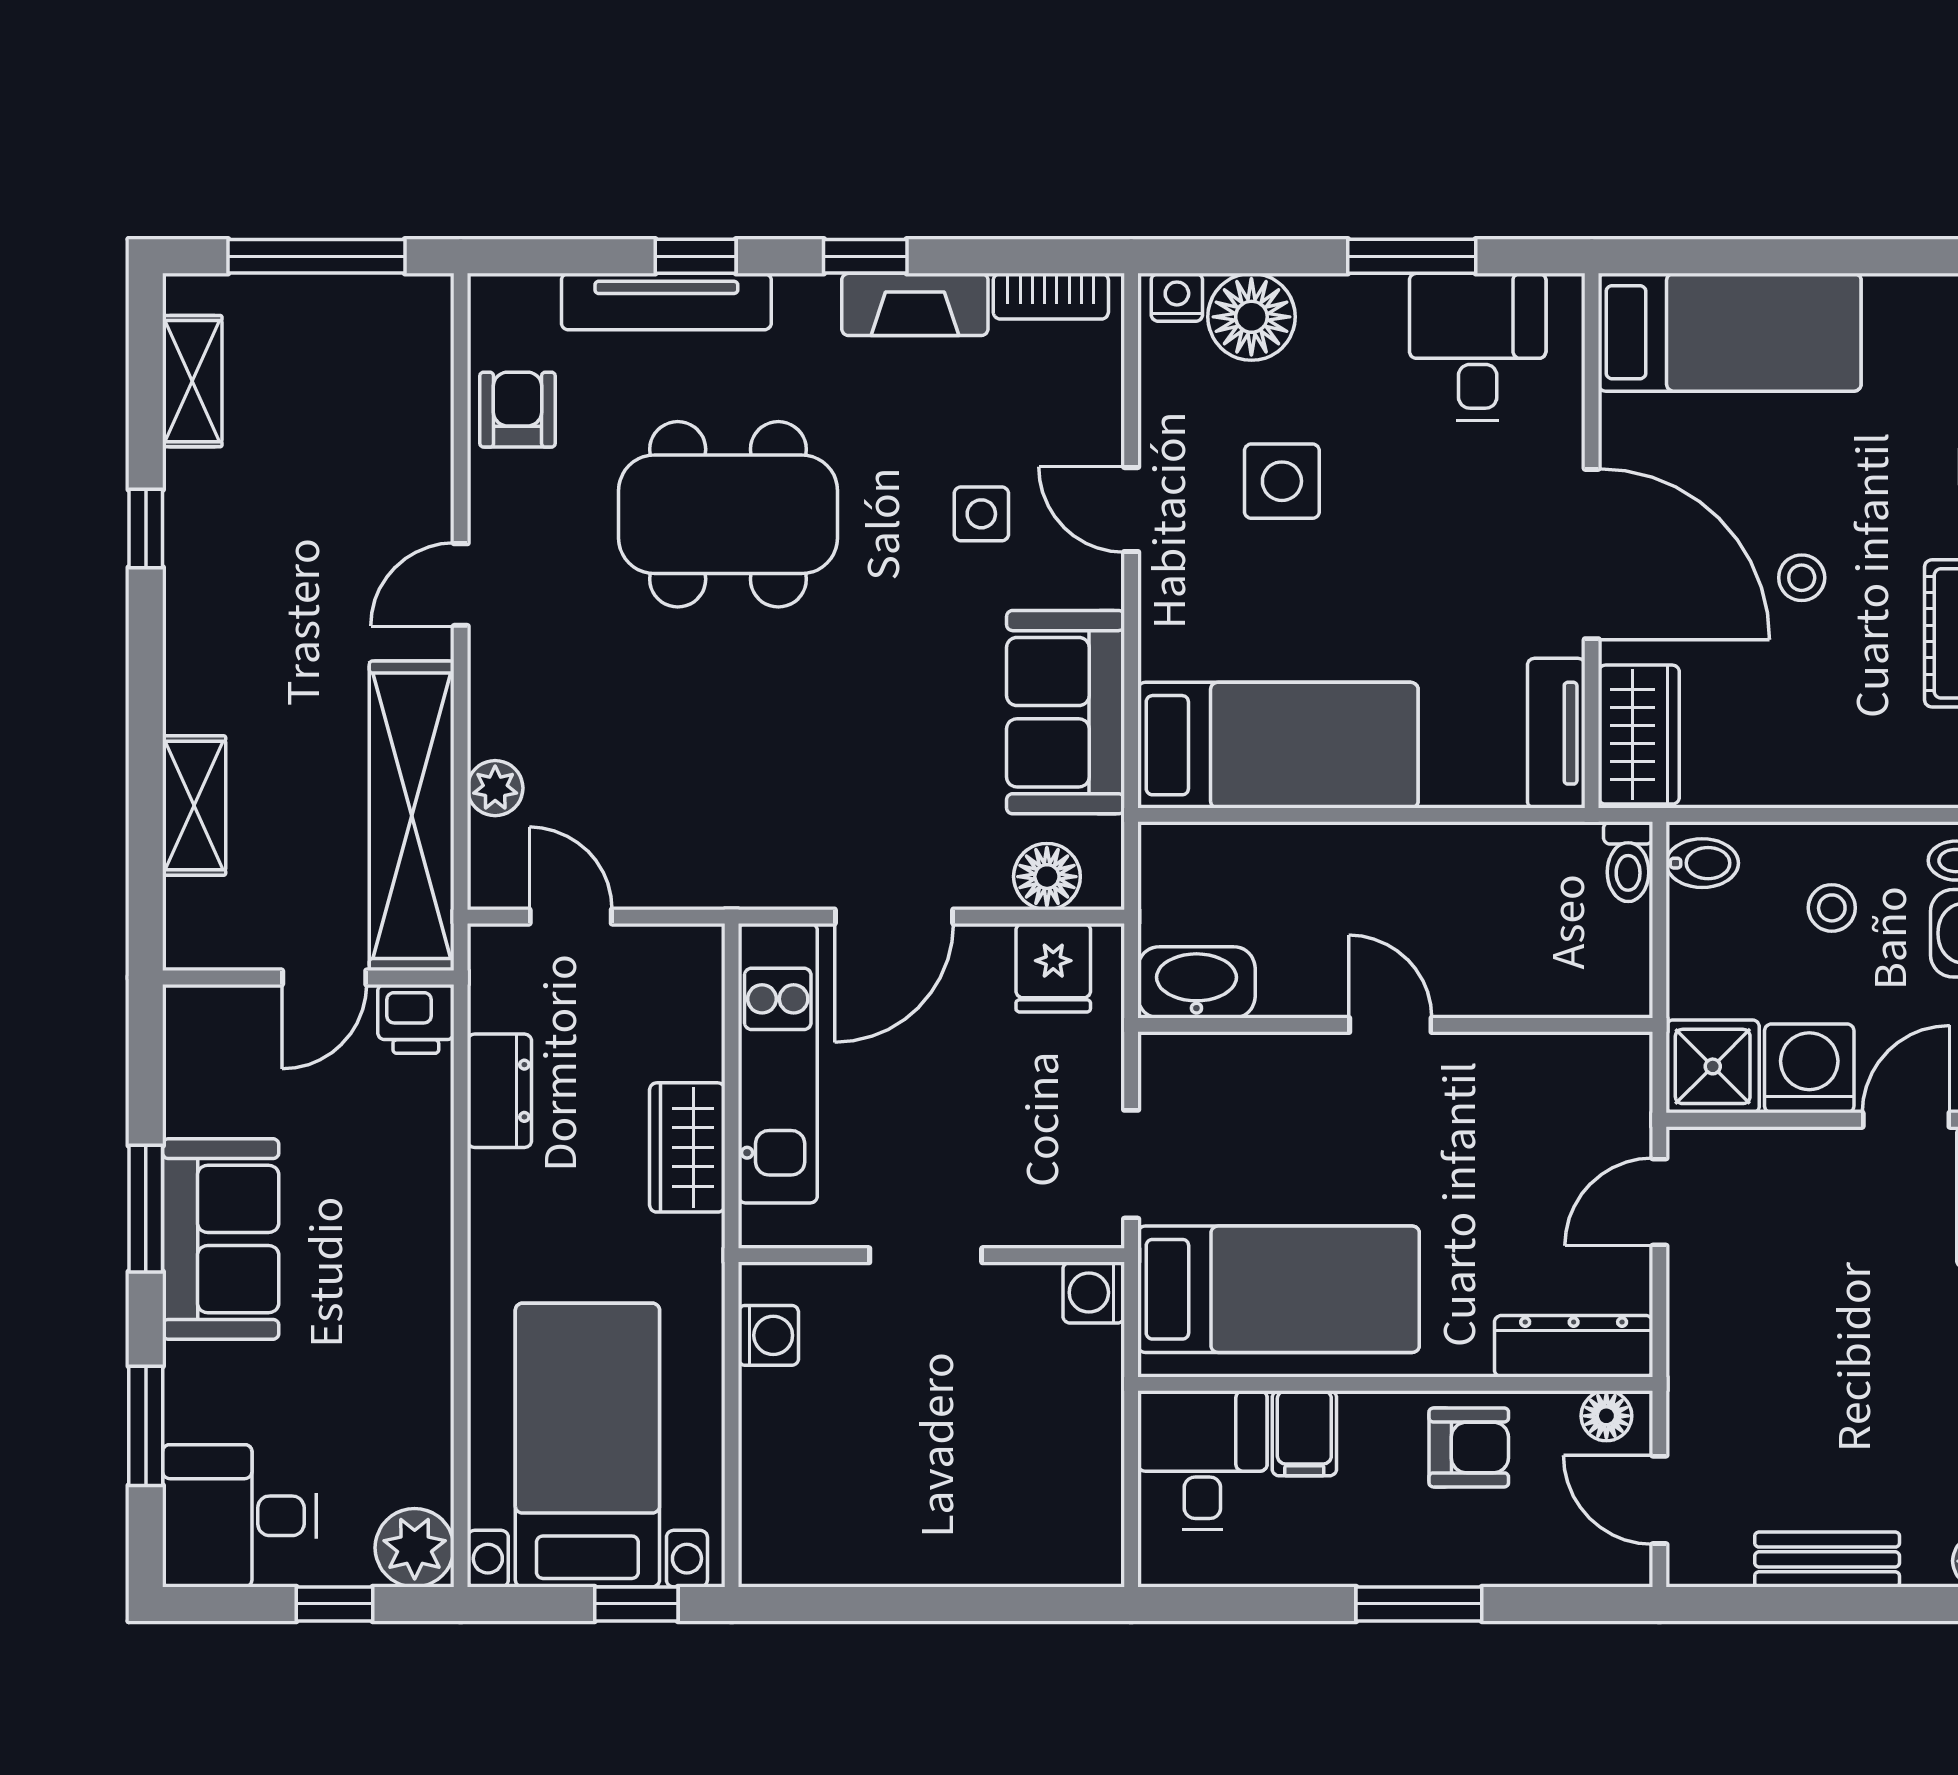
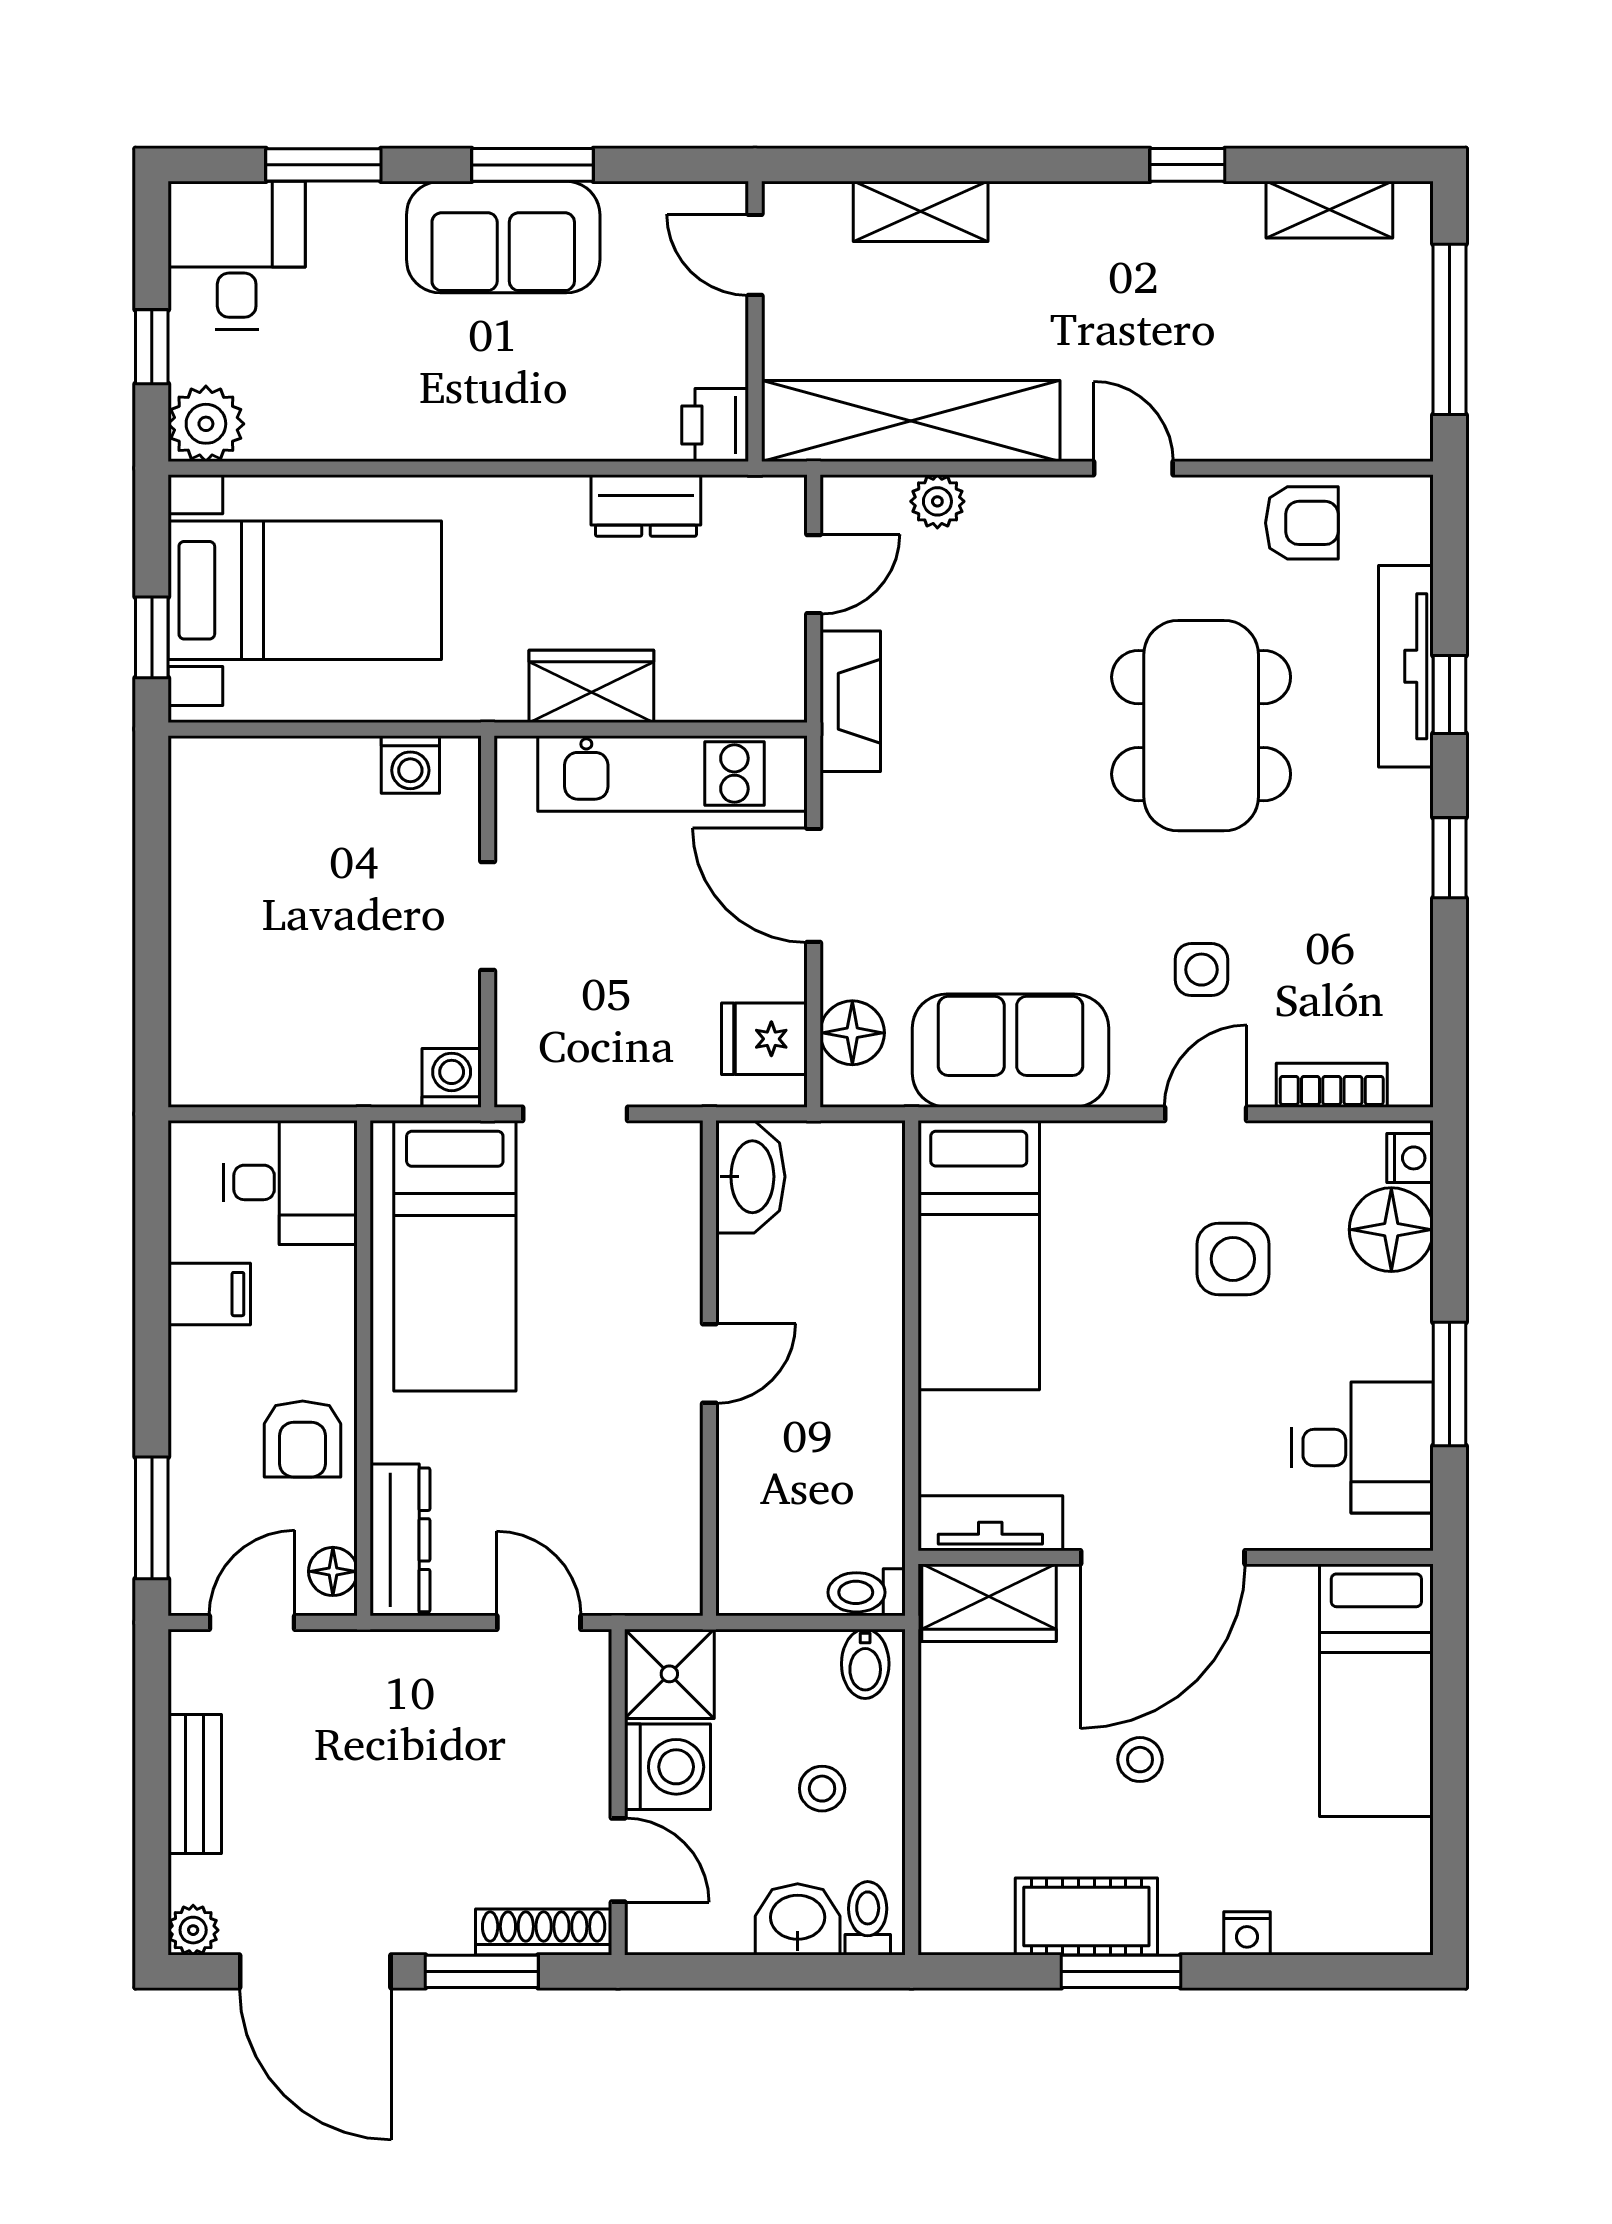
bookcase: (1051, 296) -> (1332, 1085), moved, turned 90
fireplace: (915, 304) -> (850, 701), moved, turned 180
door: (324, 978) -> (755, 255), moved
filing cabinet: (1304, 1433) -> (209, 1294), moved, turned 180
window: (1419, 1604) -> (152, 1518), moved

